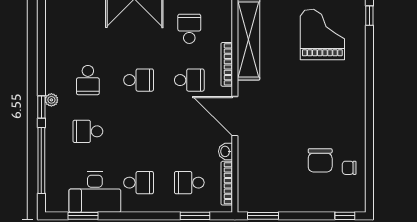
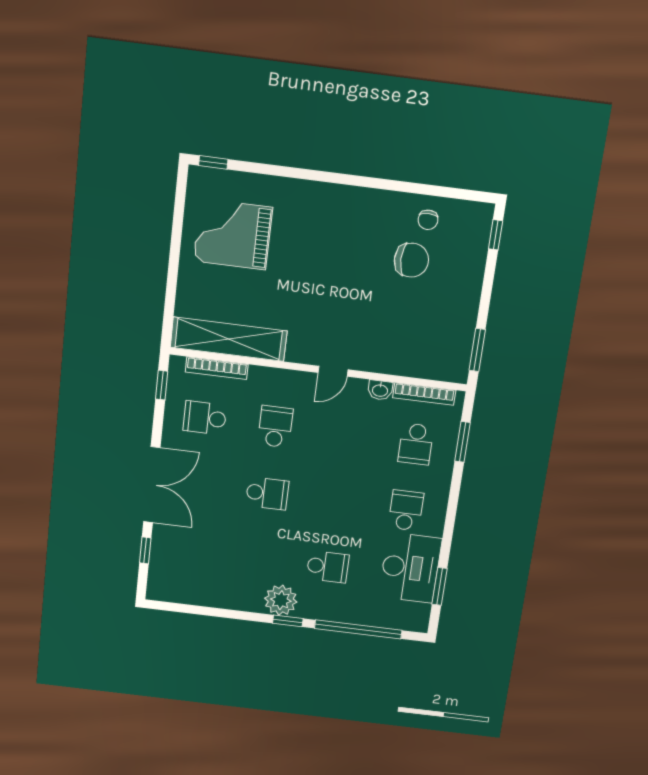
bookcase: (227, 64) -> (217, 368), moved
school desk: (88, 80) -> (259, 558), removed
school desk: (139, 80) -> (267, 493), turned 90
plant: (51, 100) -> (281, 600), width x1.87, depth x1.87
door: (235, 116) -> (333, 371), width x0.53
school desk: (88, 131) -> (328, 567), turned -90

